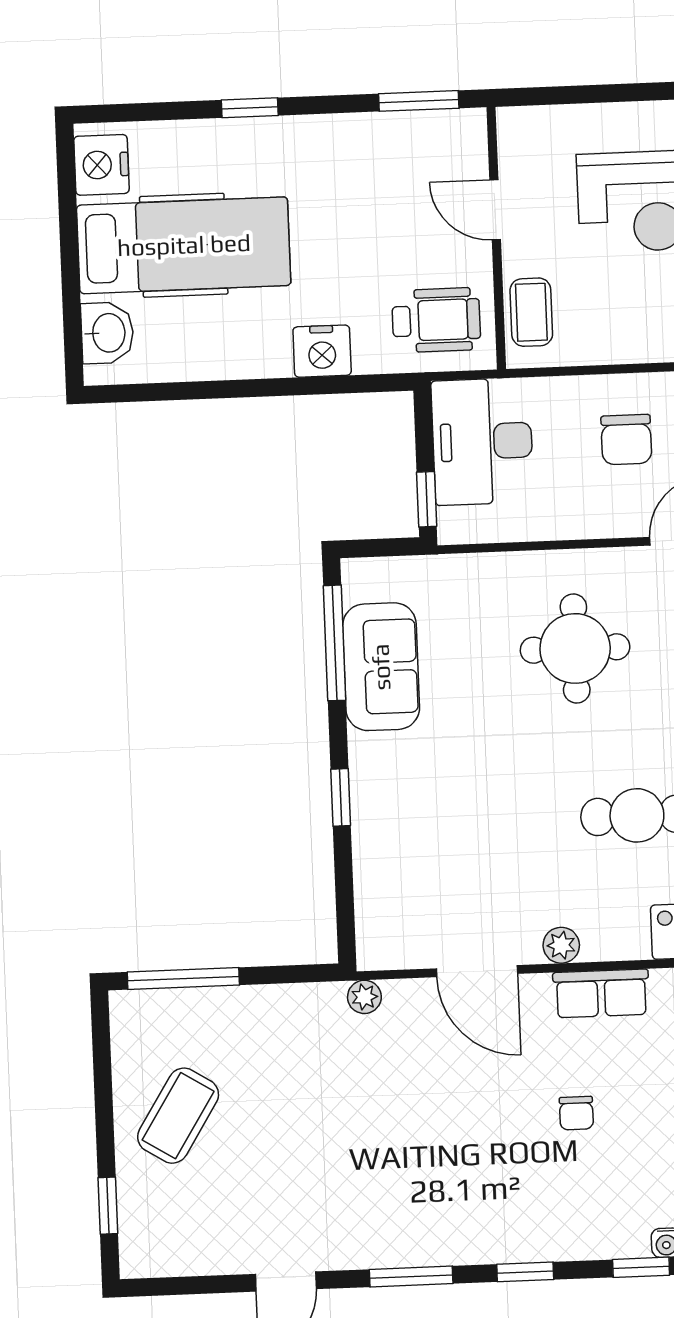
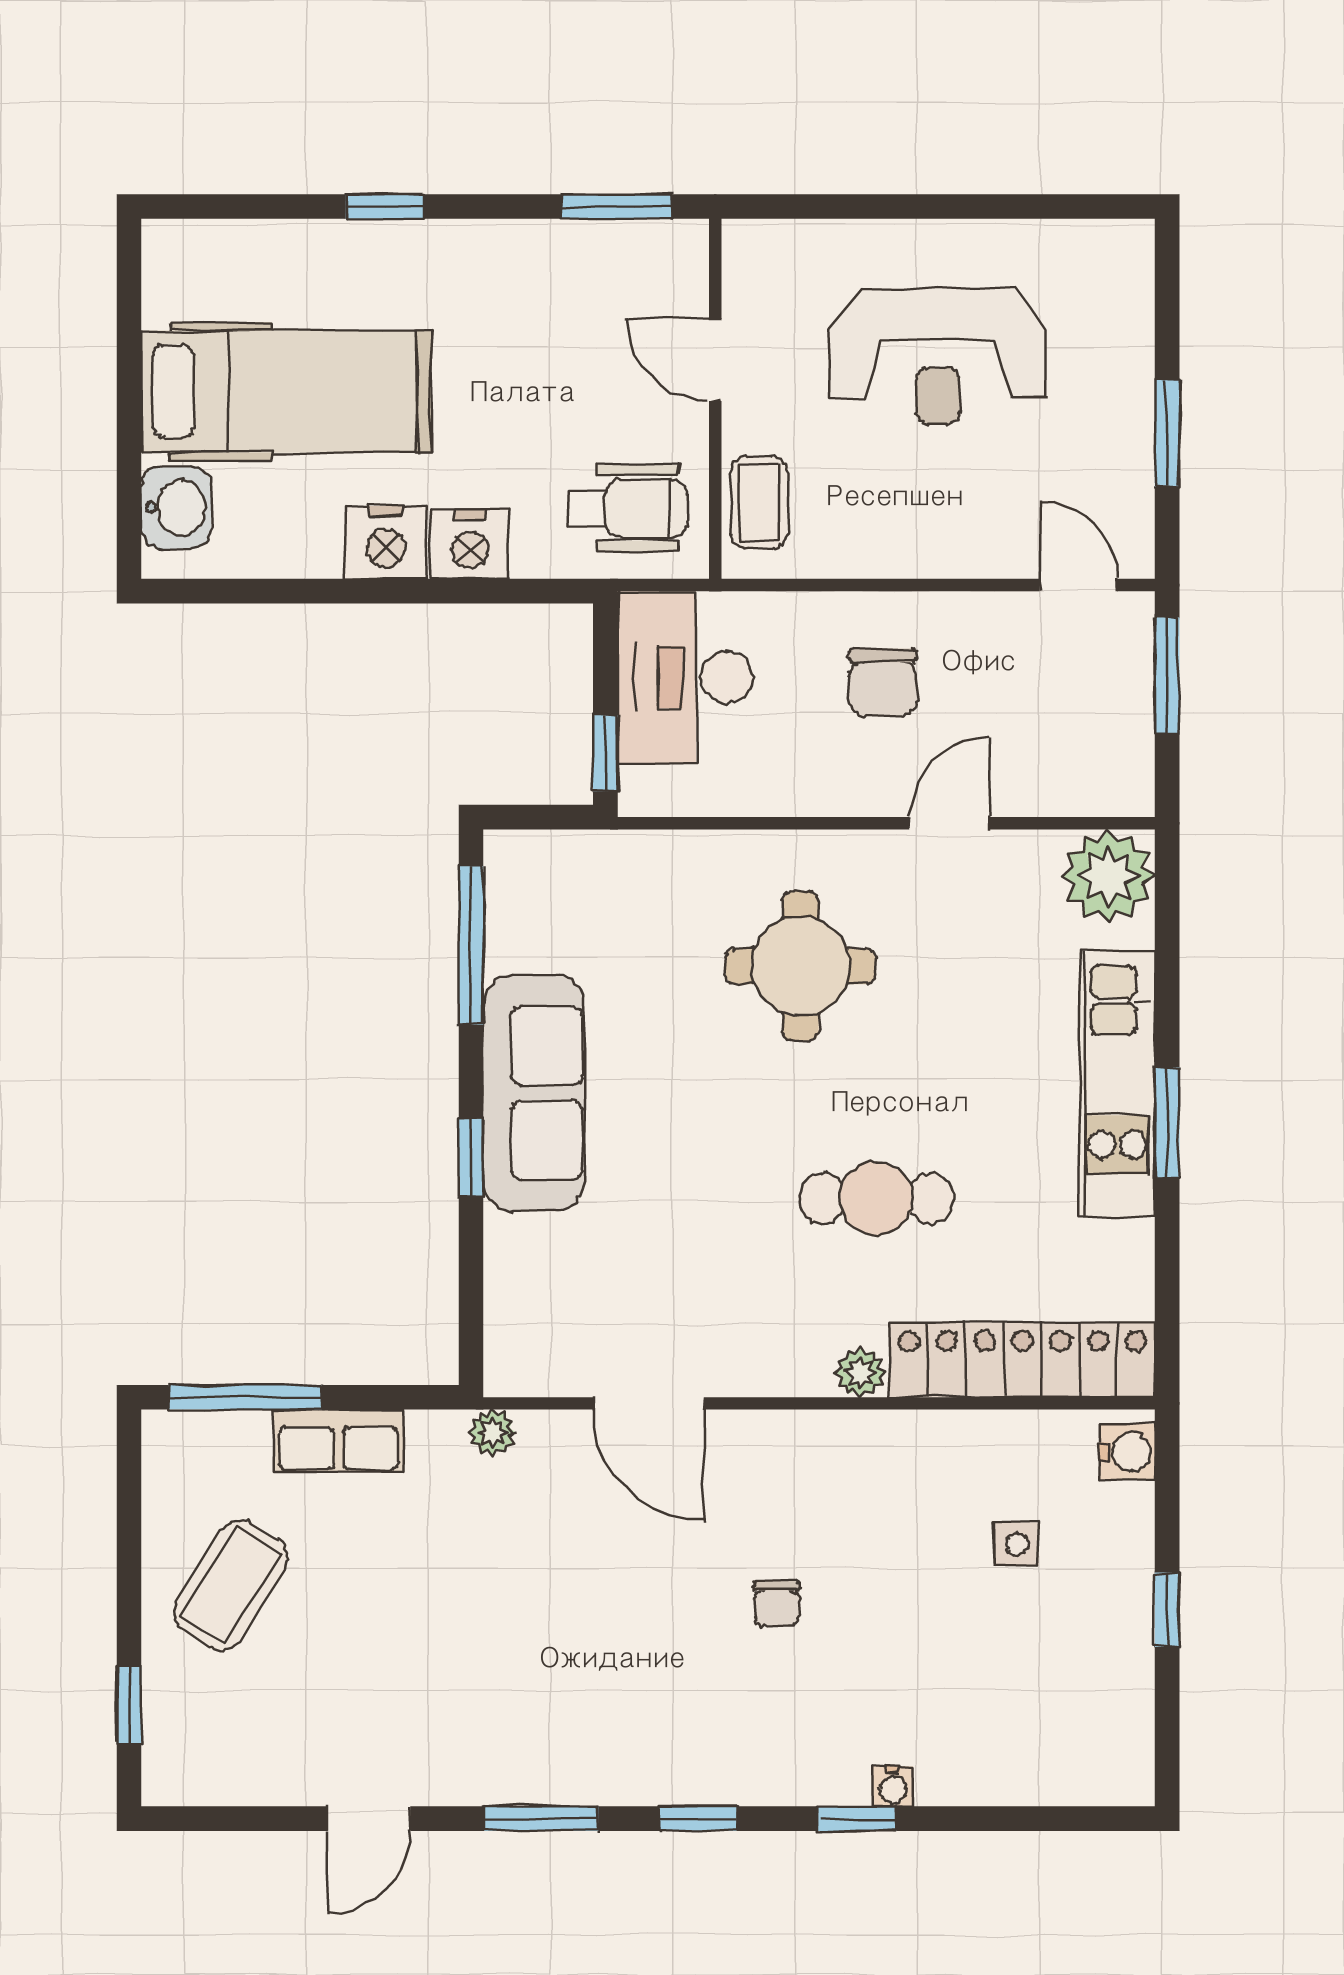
nightstand: (101, 165) -> (386, 543), moved, turned -90
sofa: (381, 667) -> (534, 1093), moved, width x1.36
plant: (561, 945) -> (860, 1372), moved
row of seats: (601, 993) -> (339, 1441), moved

